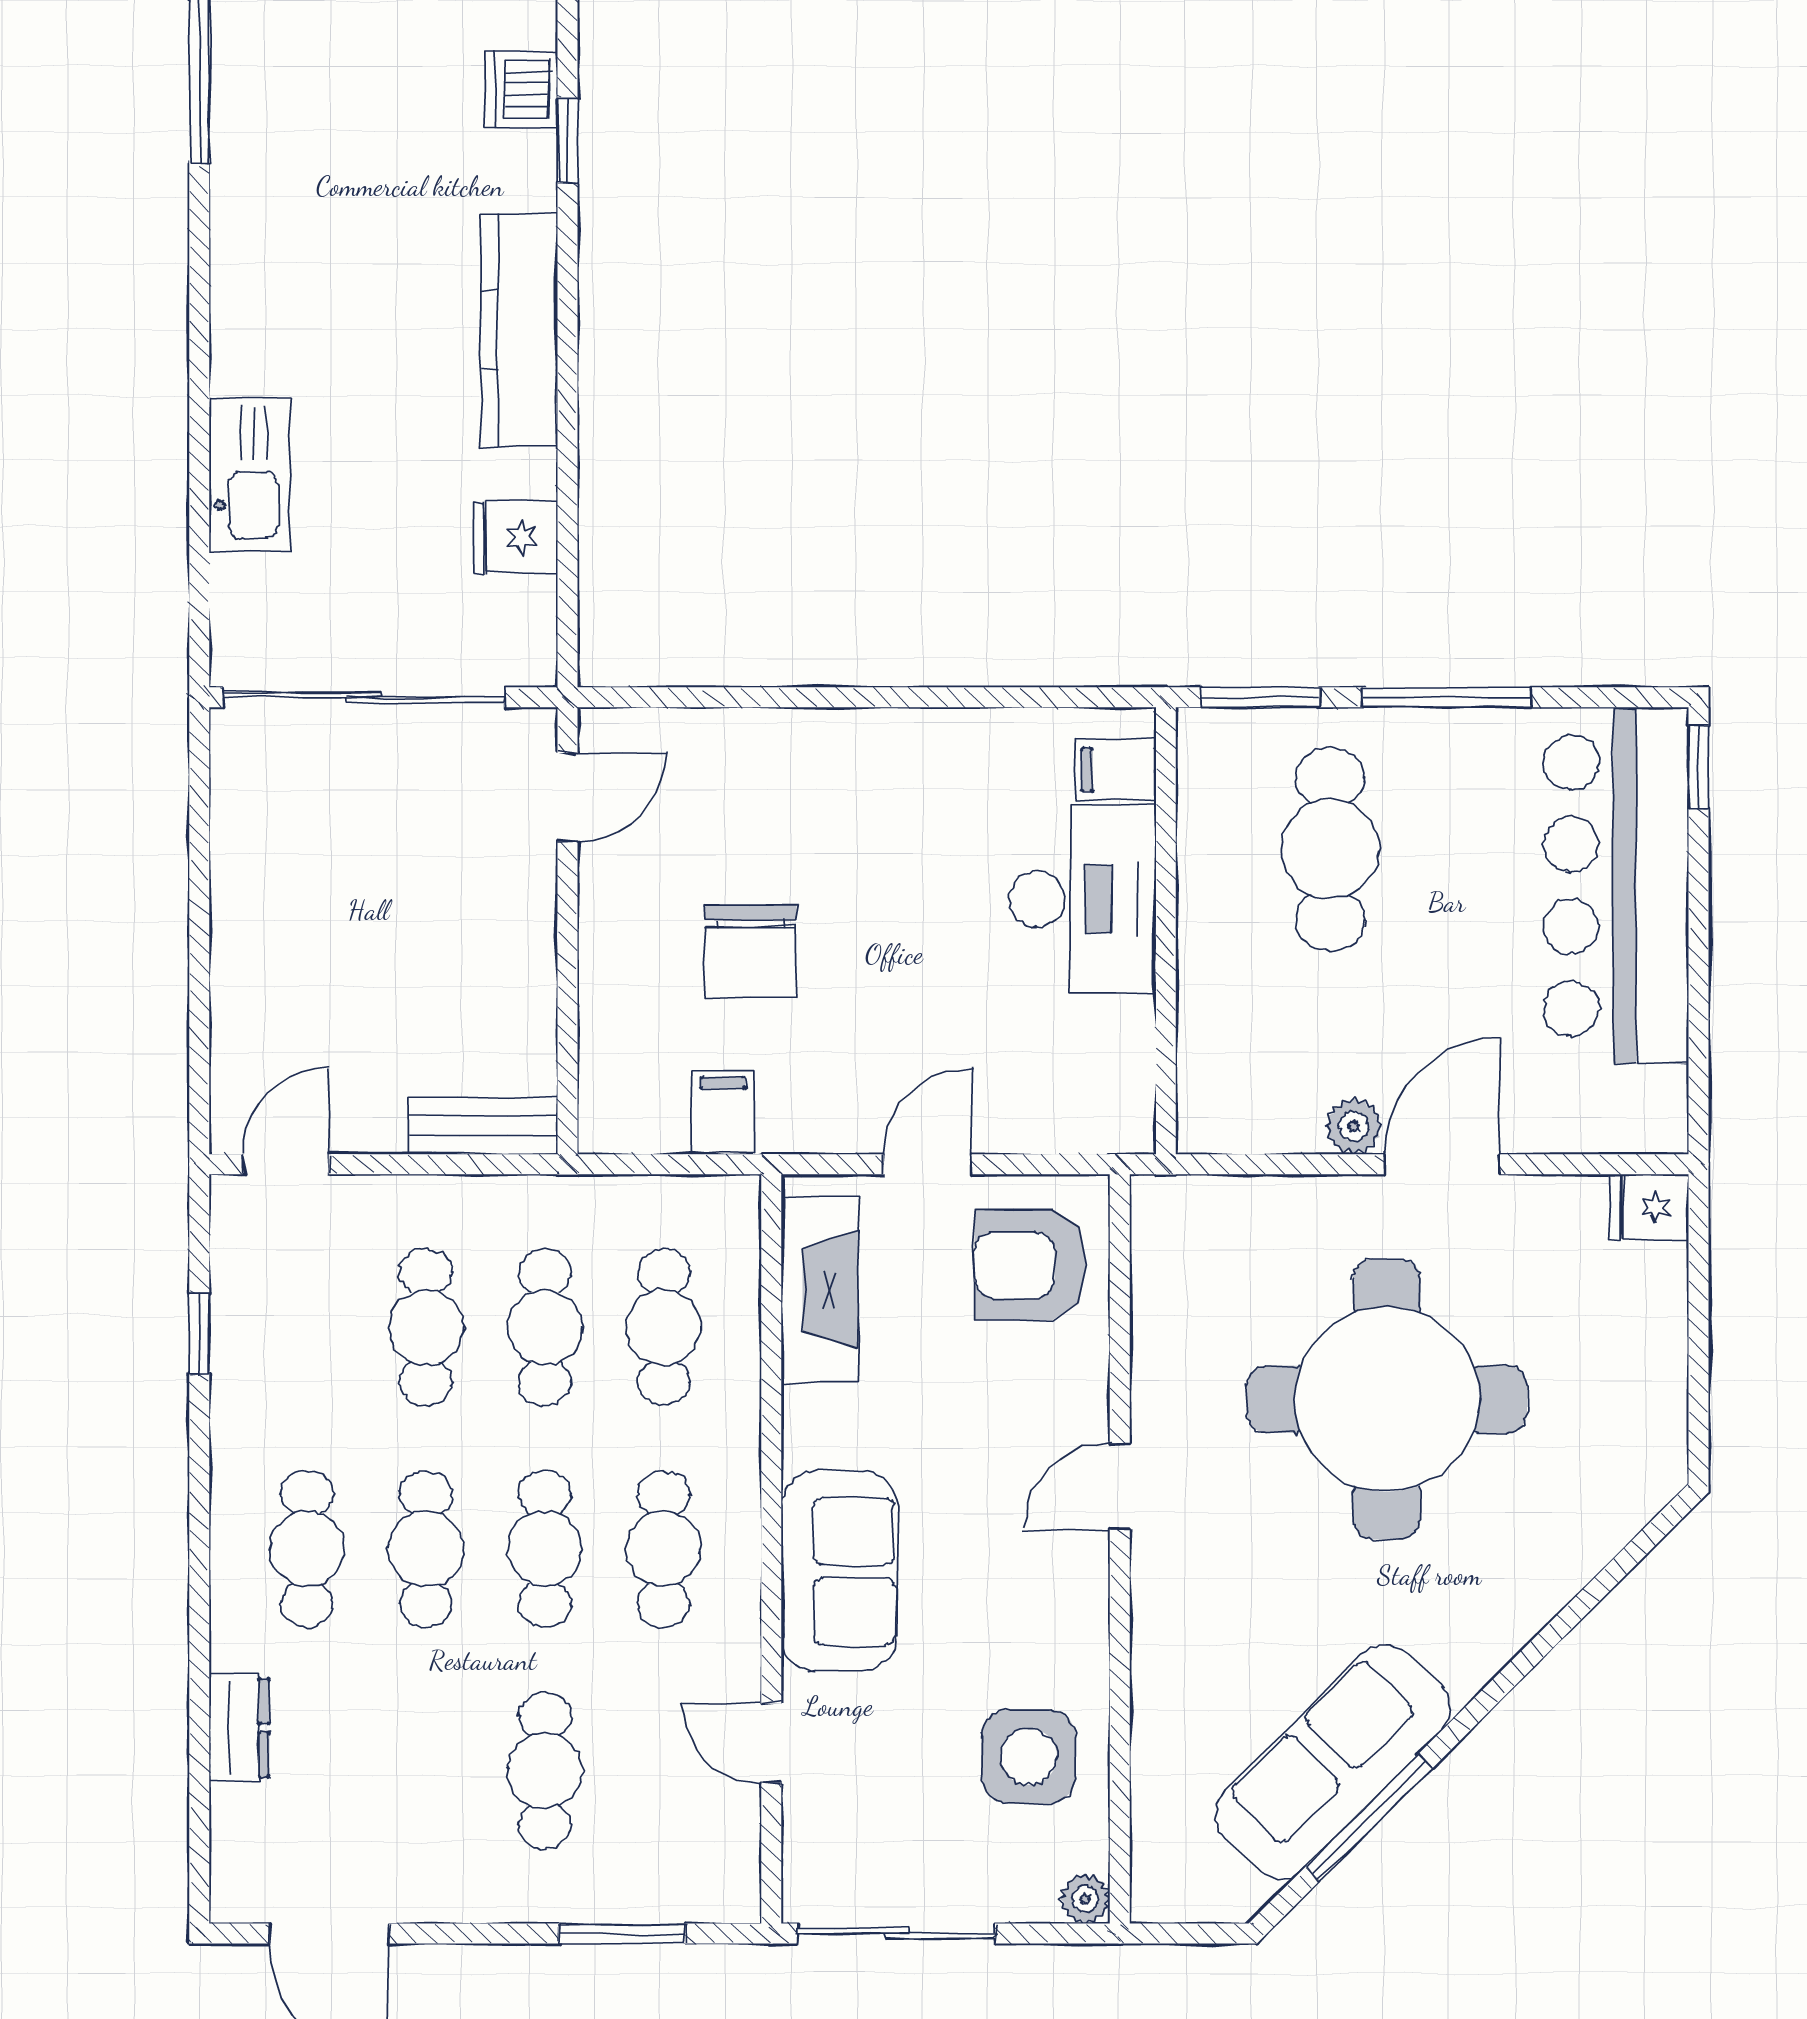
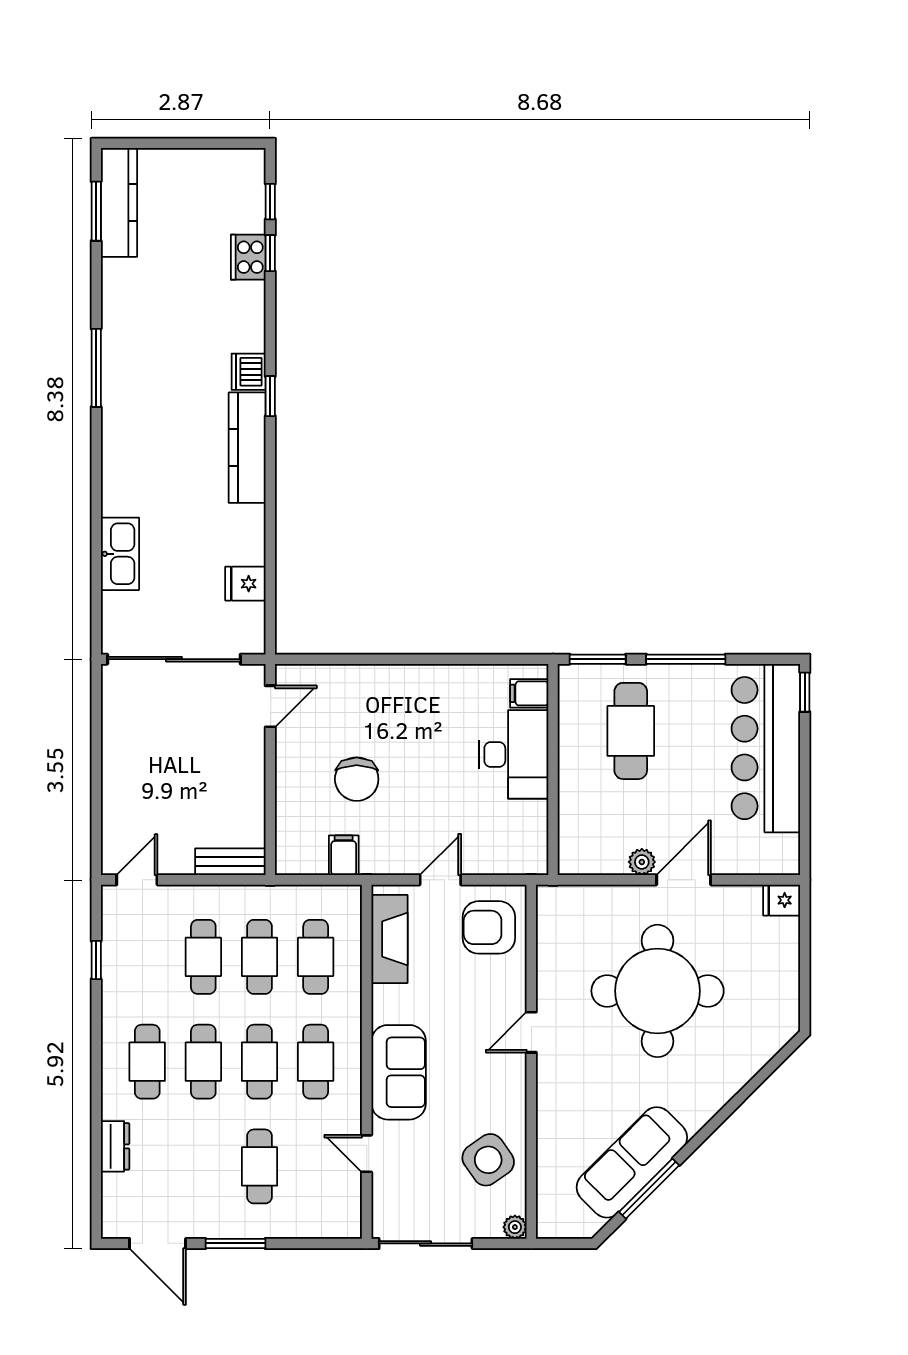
kitchen counter: (519, 330) -> (247, 448), moved
side table: (1029, 1757) -> (488, 1160), turned -35
window: (622, 1934) -> (235, 1243), moved

